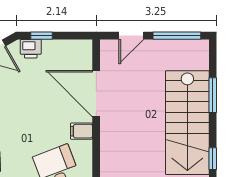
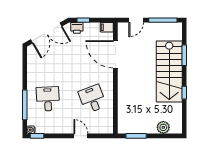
filing cabinet: (81, 131) -> (107, 27), moved

